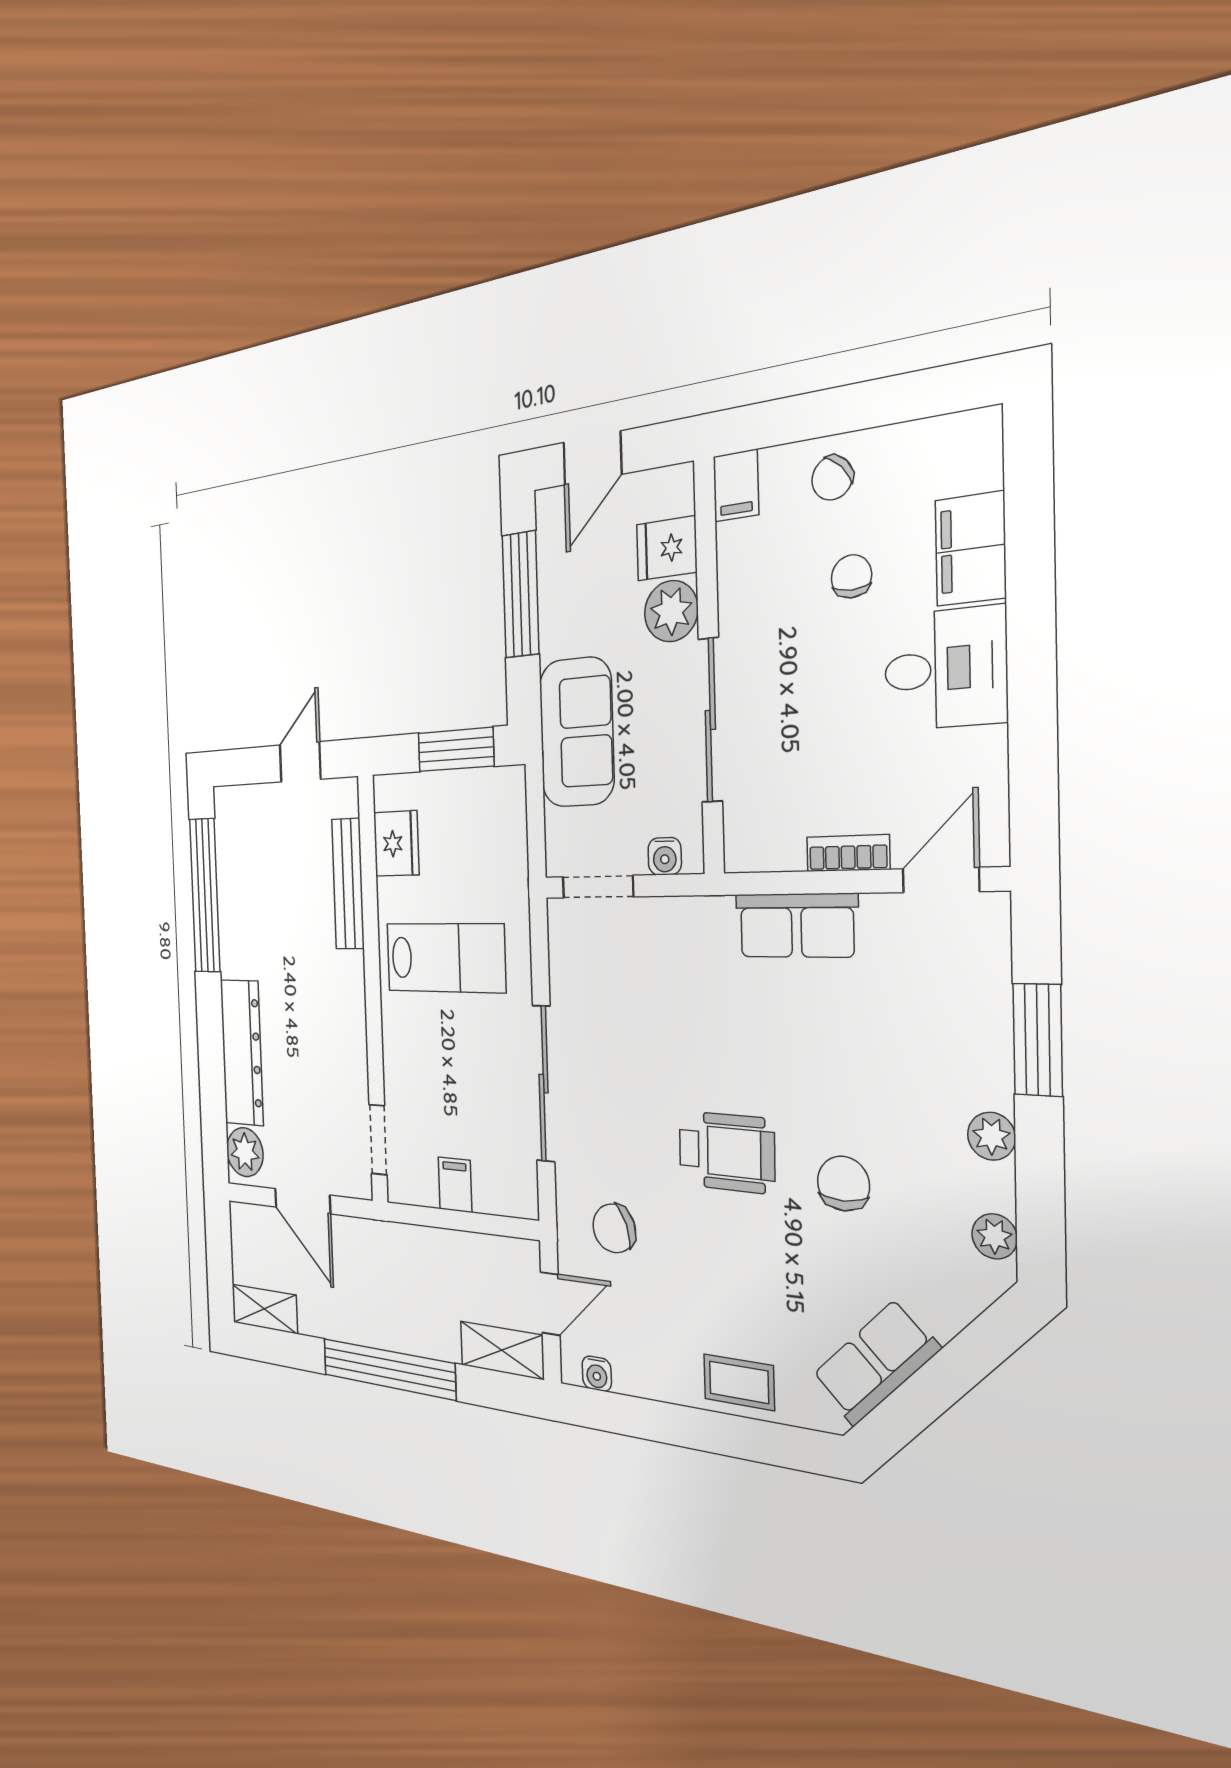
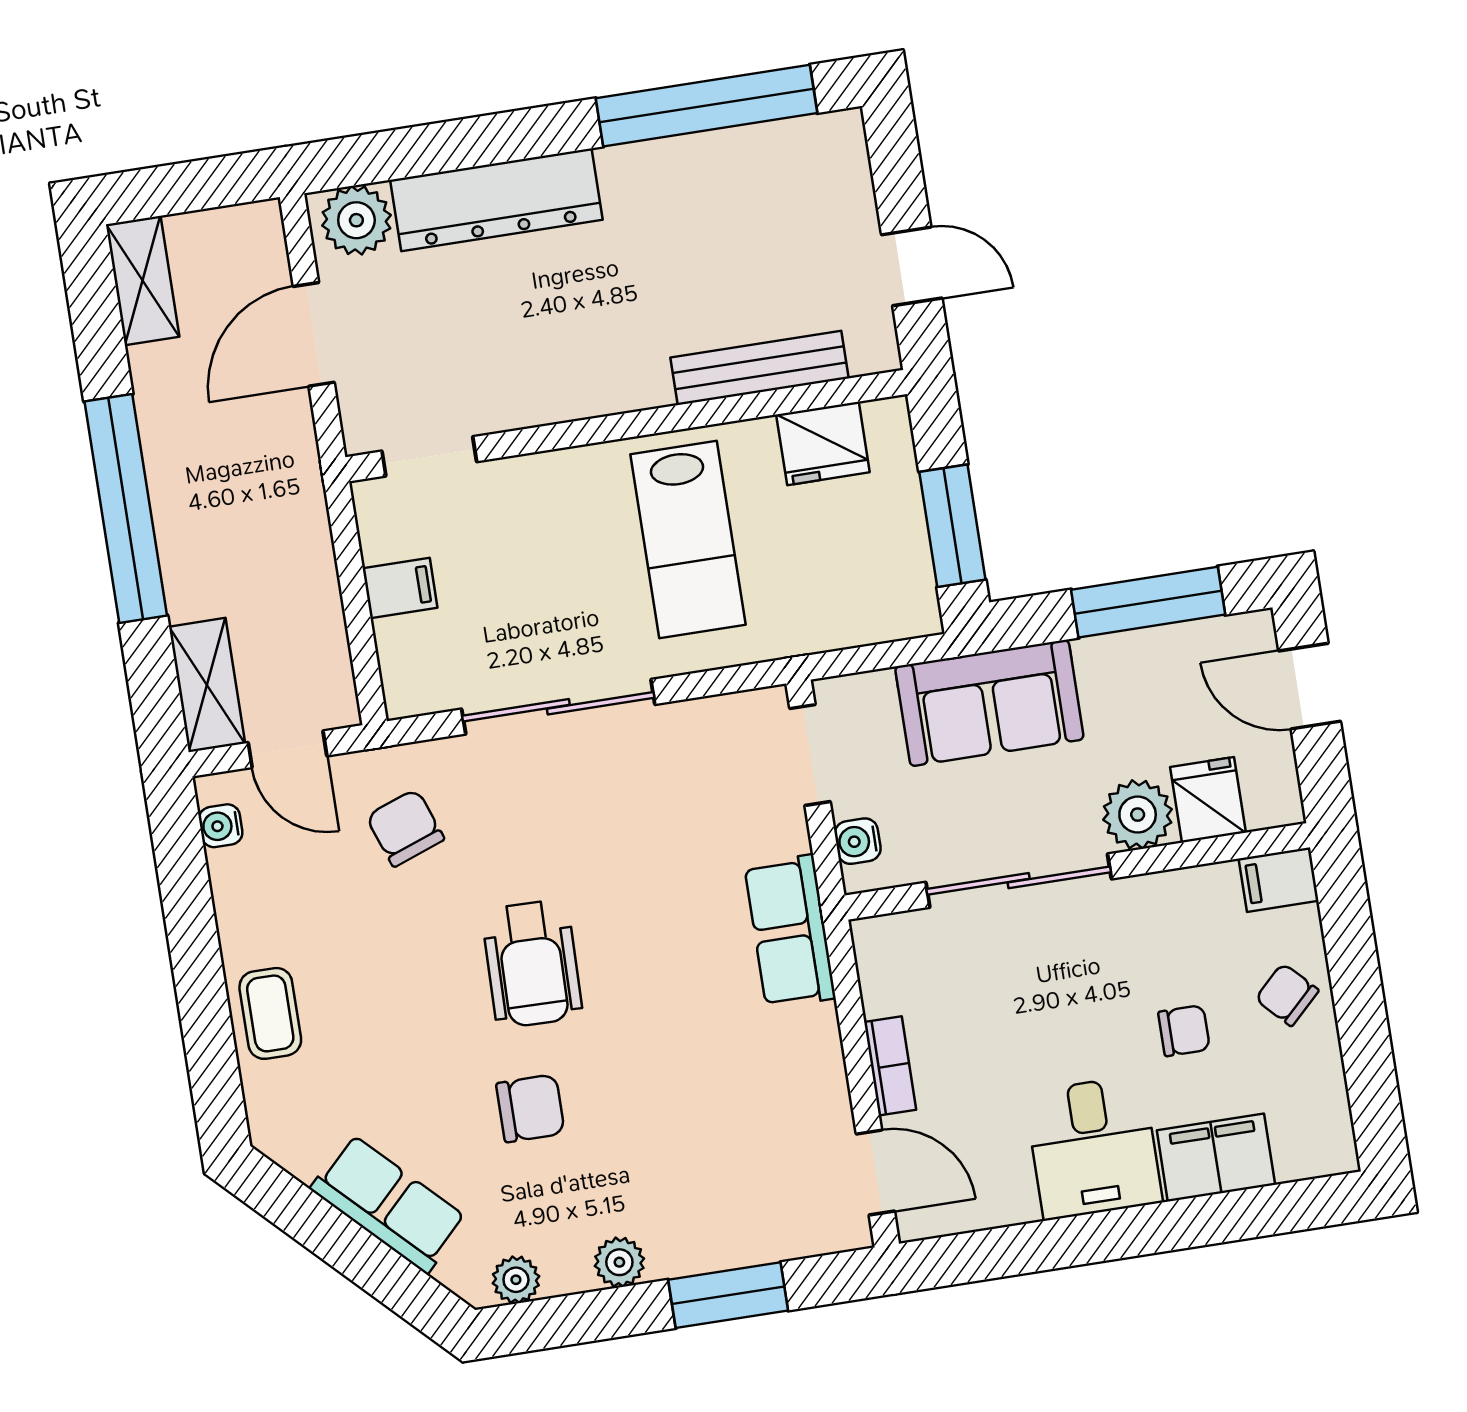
row of seats: (796, 926) -> (790, 931), moved
row of seats: (875, 1363) -> (389, 1204), moved

